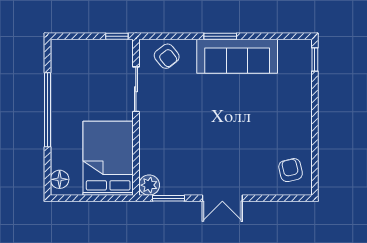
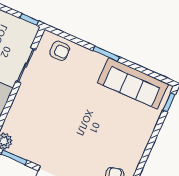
armchair: (167, 56) -> (60, 51), turned -52
sofa: (237, 56) -> (133, 83), moved

